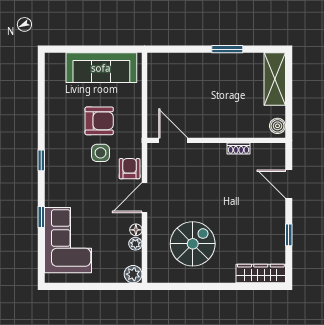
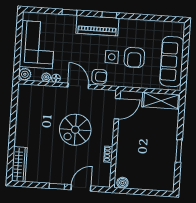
shelving: (275, 79) -> (161, 101), moved
piano: (58, 176) -> (97, 26), added
window: (289, 235) -> (57, 186), moved
corner sofa: (68, 240) -> (37, 45), moved, turned -90
spiral stairs: (193, 244) -> (75, 130), moved, turned 90

